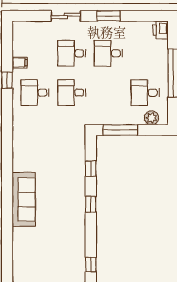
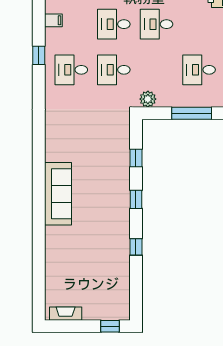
filing cabinet: (20, 63) -> (53, 20), moved
plant: (152, 118) -> (148, 99), moved
window: (120, 130) -> (192, 113), moved
window: (91, 265) -> (136, 247), moved

